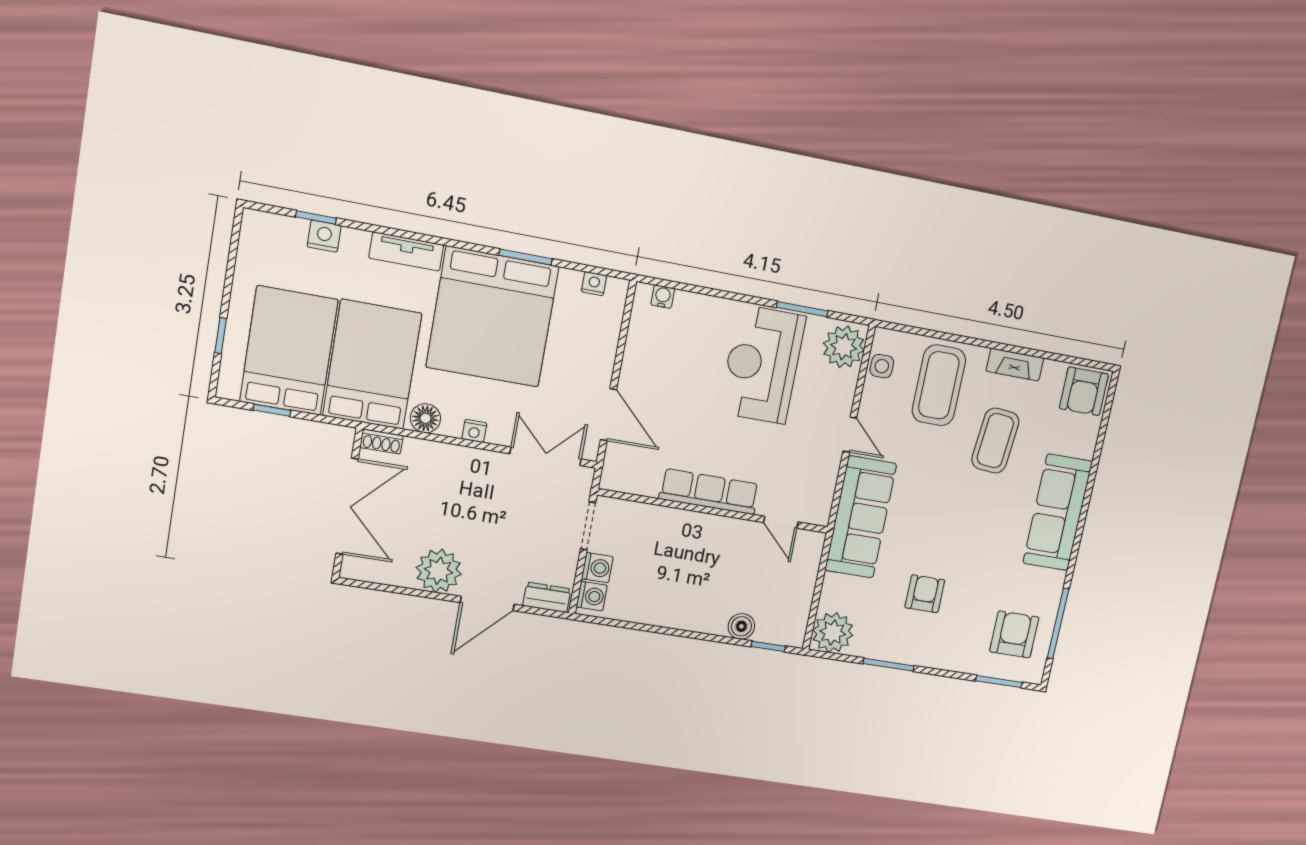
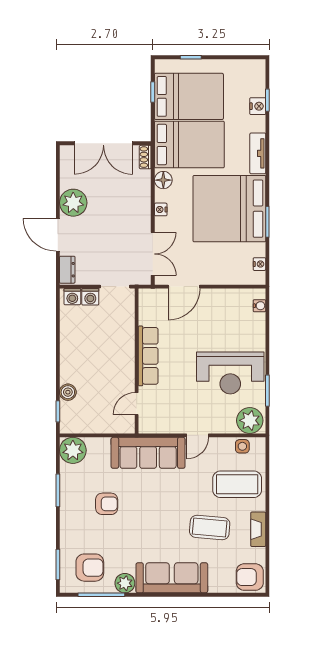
reception desk: (762, 364) -> (230, 373), turned 180
plant: (1049, 585) -> (125, 583), added

